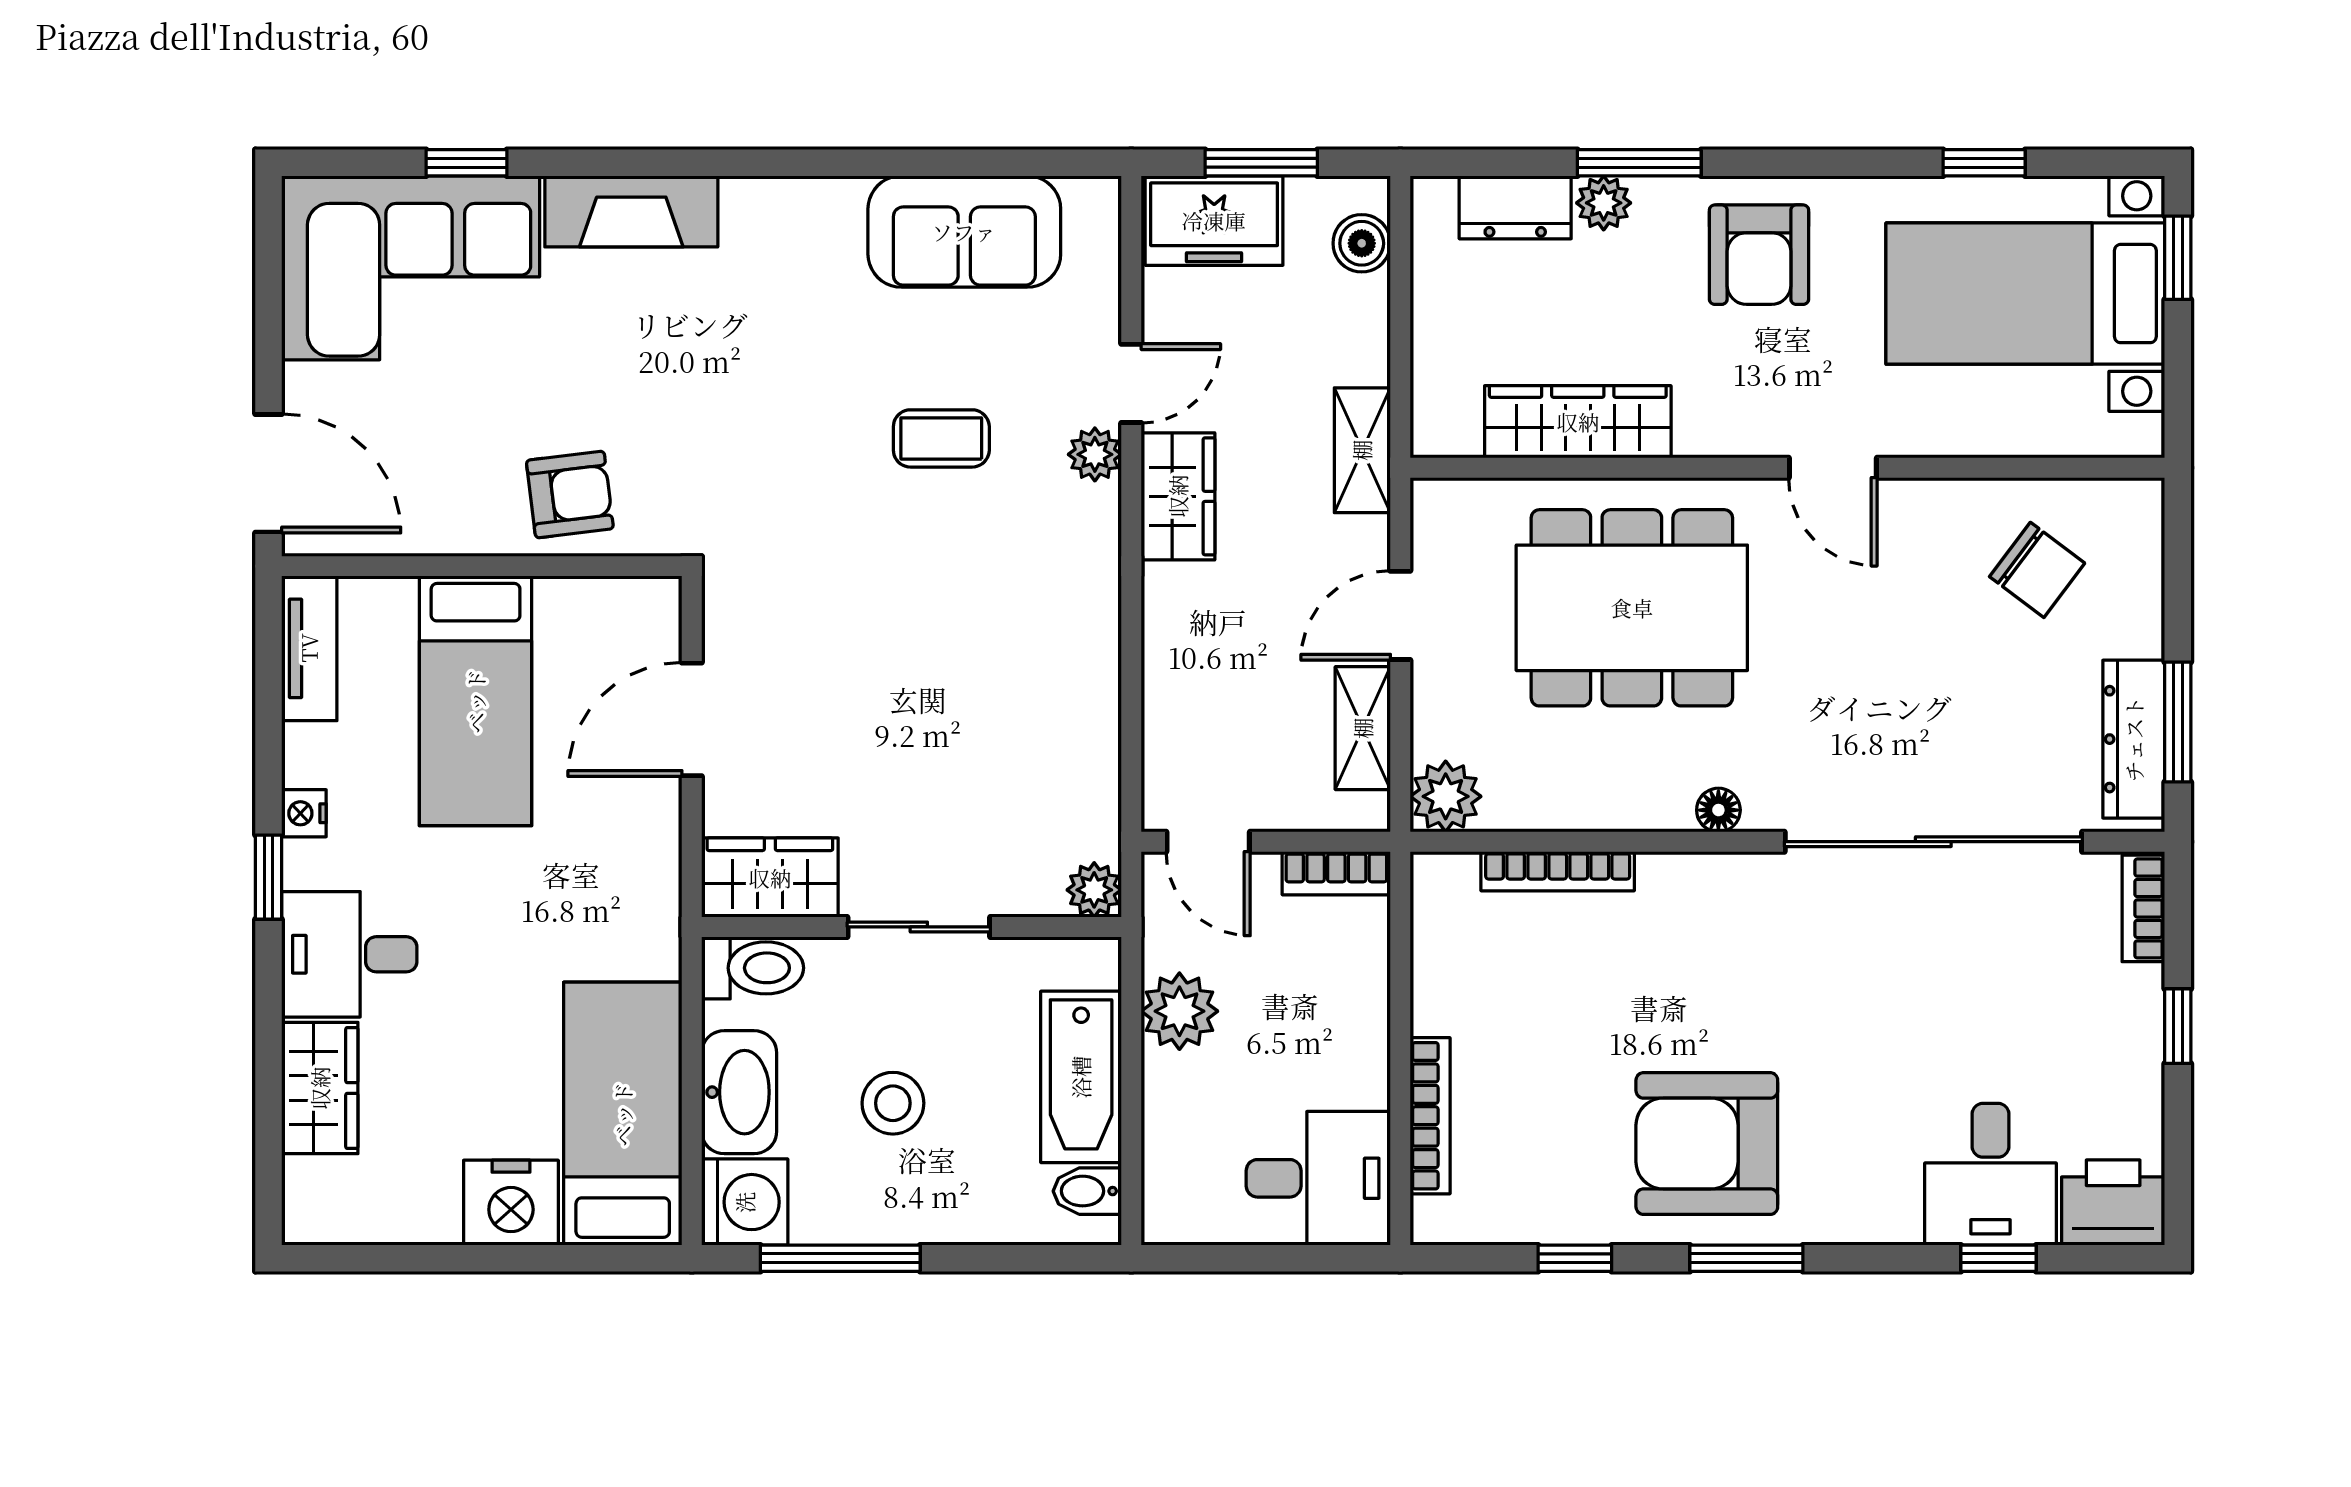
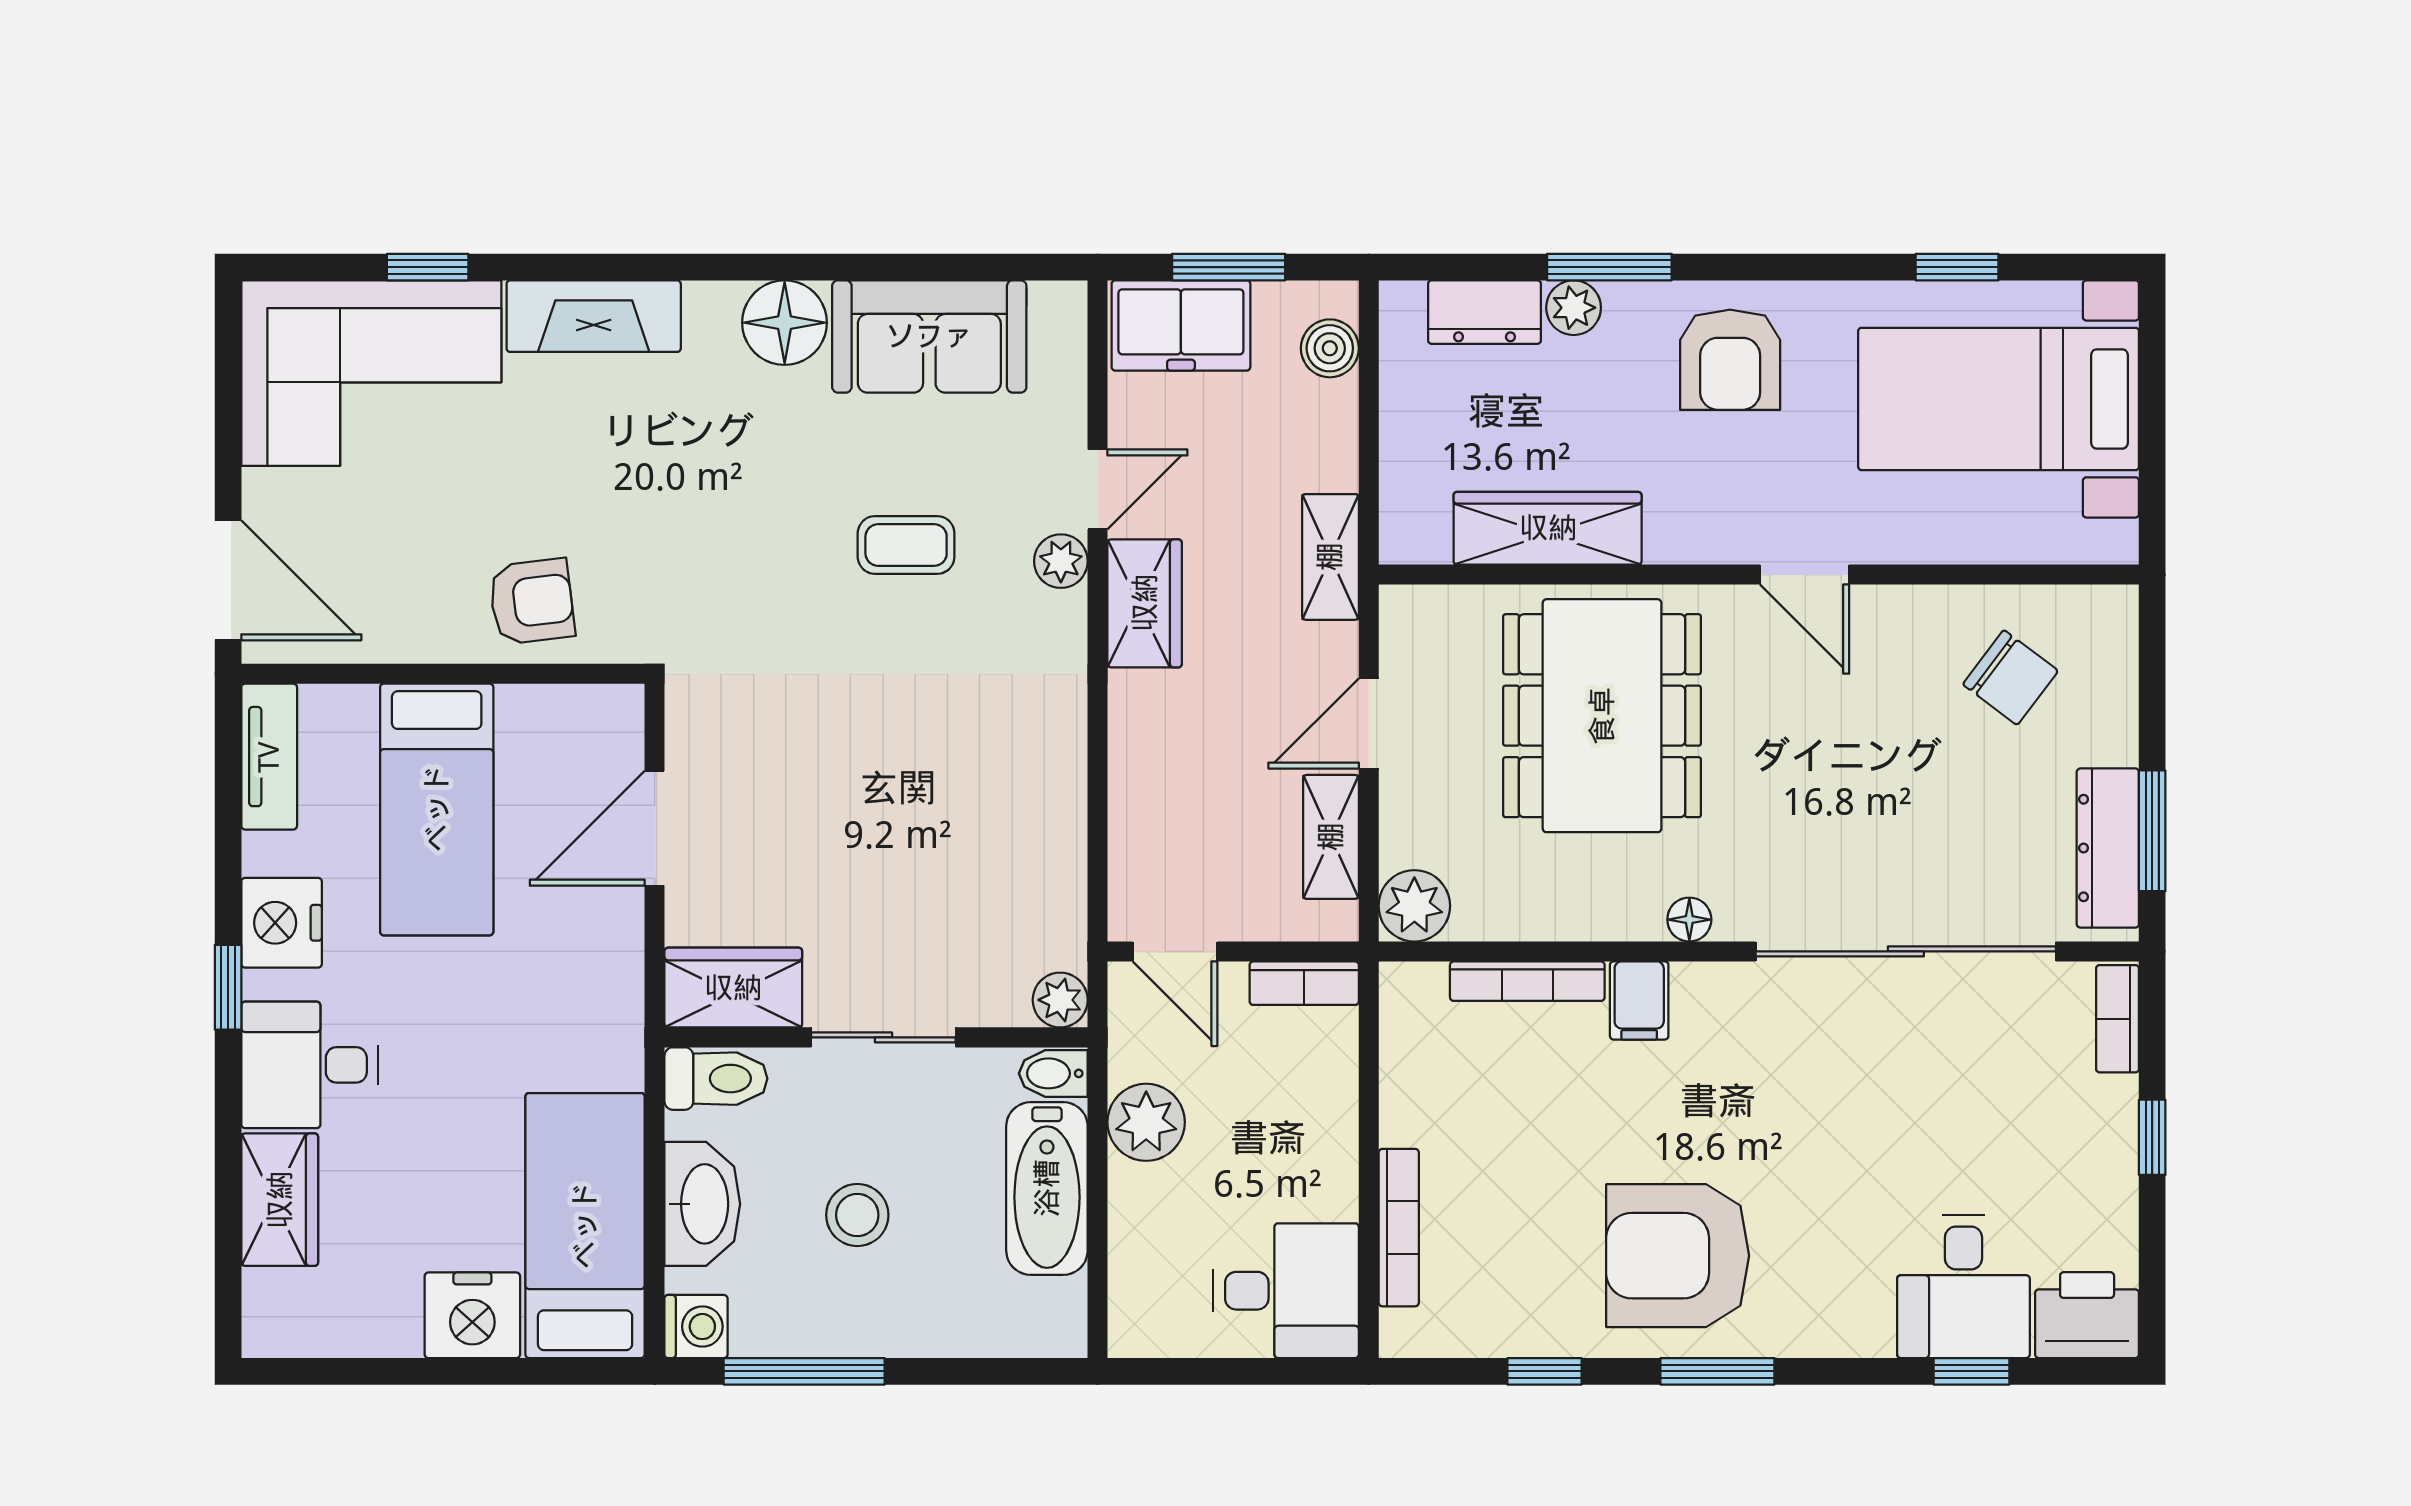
floor lamp: (821, 218) -> (785, 323), added
window: (2178, 258) -> (2152, 363), removed
dining table: (1632, 608) -> (1602, 716), turned 90
nightstand: (304, 813) -> (282, 923), width x1.89, depth x1.79
filing cabinet: (1669, 890) -> (1639, 1000), added
bidet: (1087, 1191) -> (1053, 1073), moved
washing machine: (745, 1202) -> (696, 1327), width x0.73, depth x0.73

